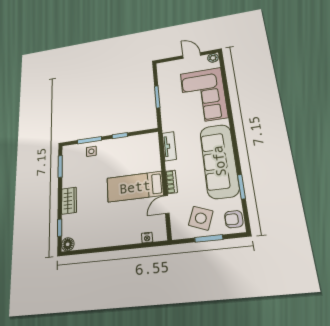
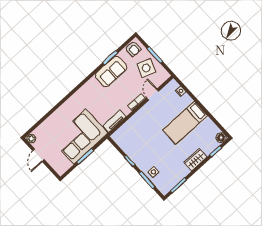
corner sofa: (204, 95) -> (80, 137), moved, turned 180
sofa: (219, 161) -> (111, 72), width x0.54, depth x0.79
bed: (135, 187) -> (185, 123), moved, turned 90
door: (166, 205) -> (153, 95), swing flipped

